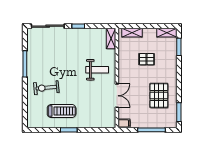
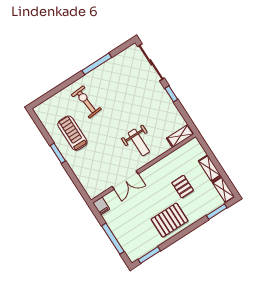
shelving: (132, 33) -> (210, 168), moved
pallet: (159, 96) -> (170, 220), moved
treadmill: (62, 111) -> (72, 133), turned 180

